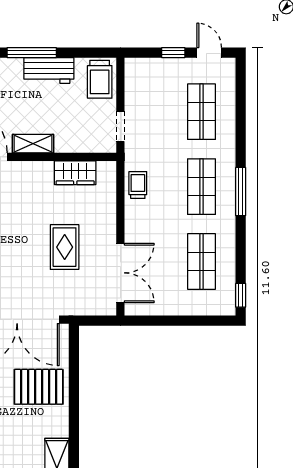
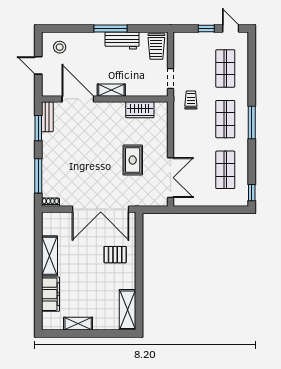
trolley: (138, 185) -> (191, 100), moved
pallet: (39, 387) -> (115, 255), width x0.67, depth x0.71

